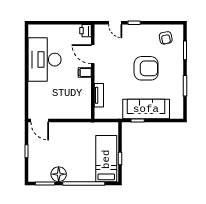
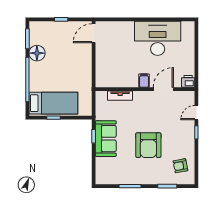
sofa: (146, 109) -> (106, 139), width x0.73

